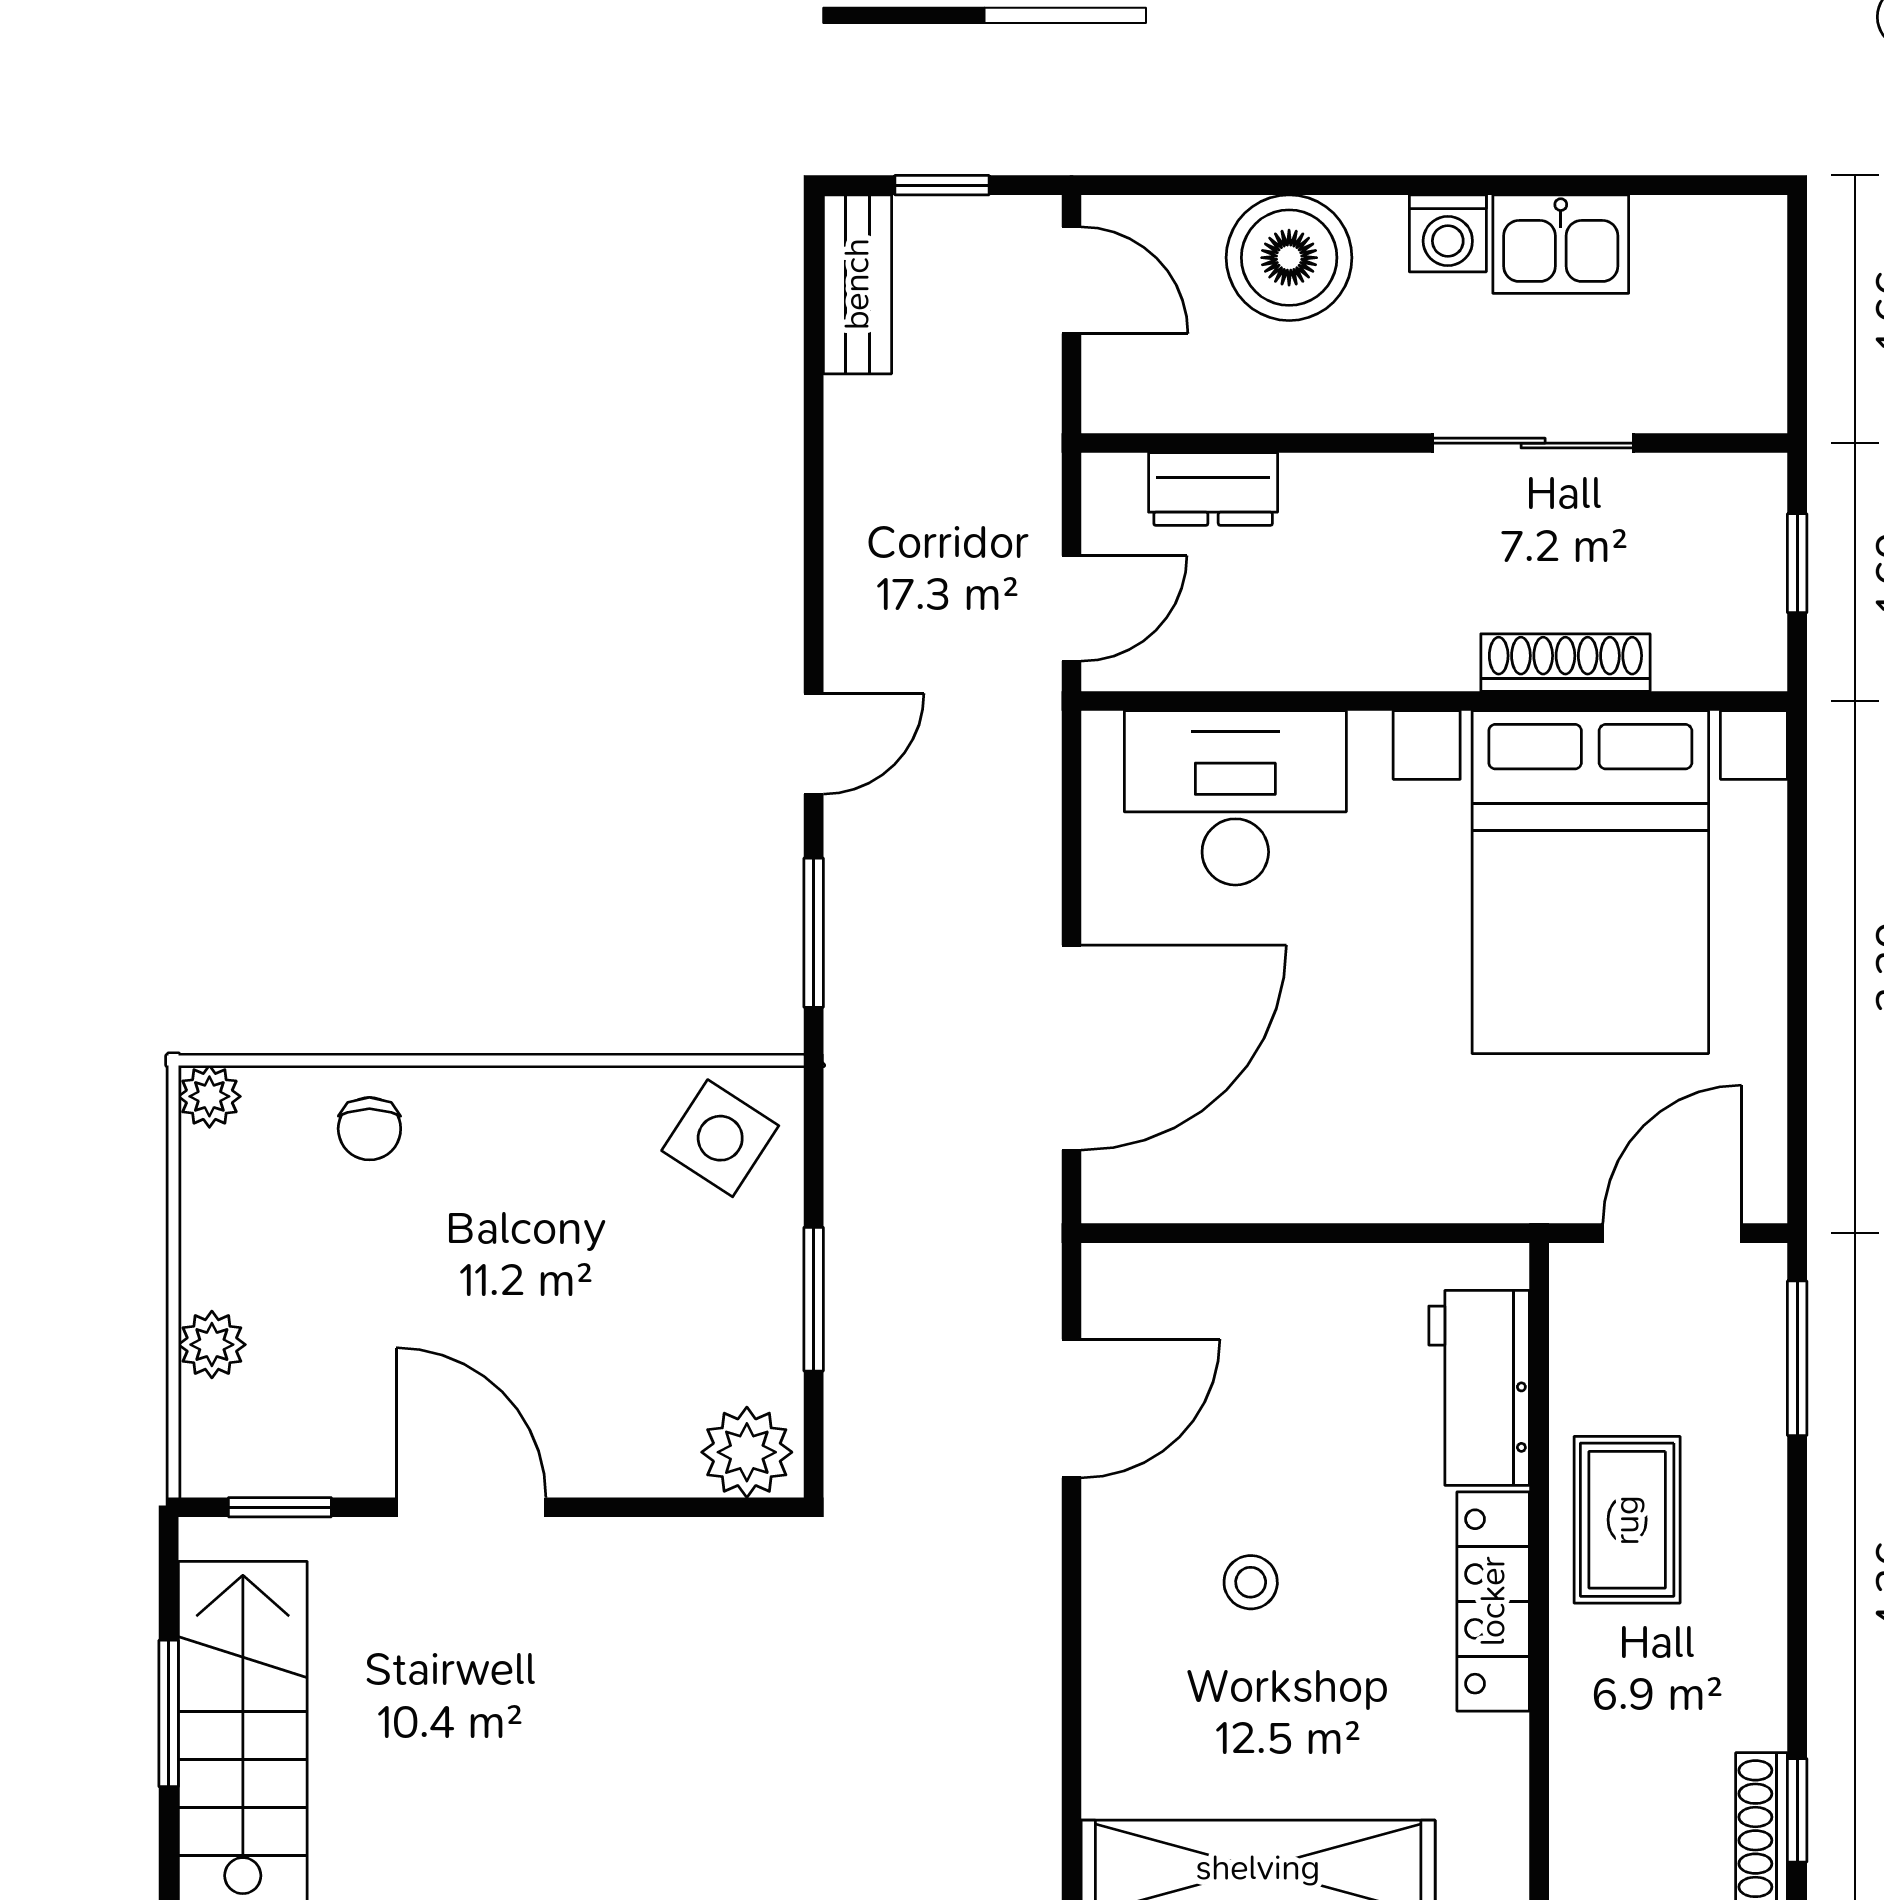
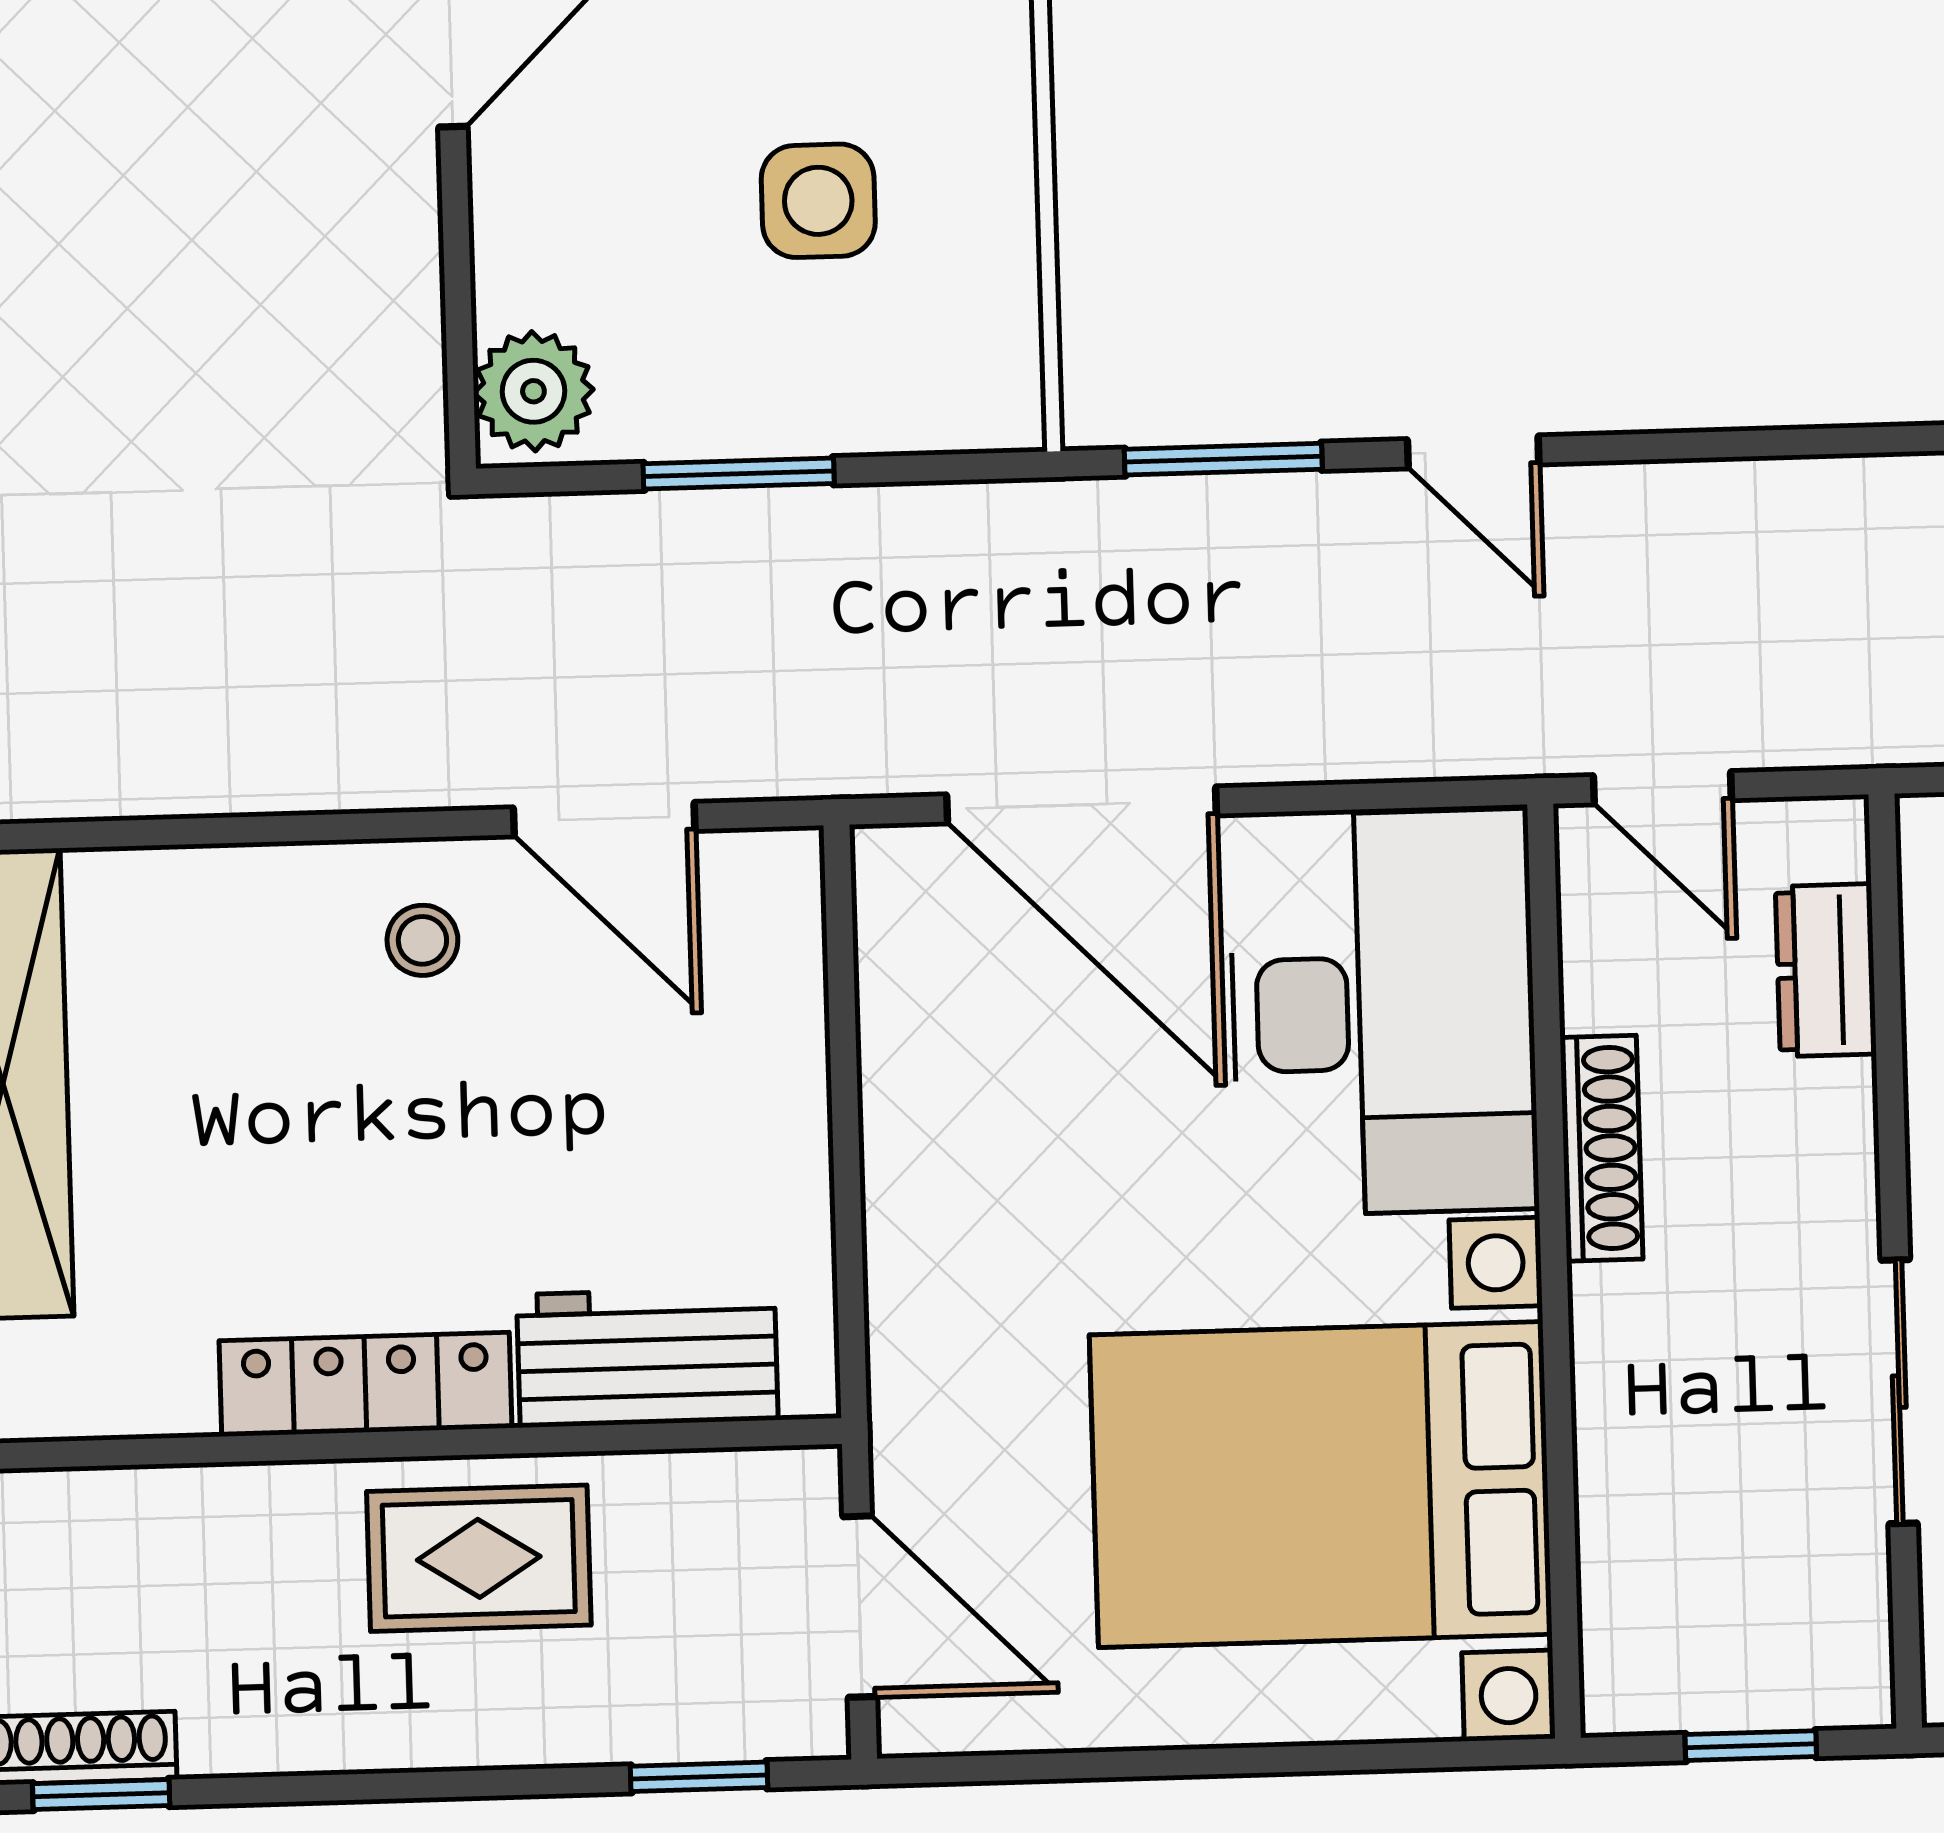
shoe rack: (1565, 663) -> (1601, 1148), moved
desk: (1235, 798) -> (1384, 1013), width x1.36, depth x1.30
side table: (720, 1138) -> (818, 201), moved, turned -33
window: (1797, 1358) -> (699, 1777), width x0.67
stool: (1251, 1582) -> (422, 940), moved

